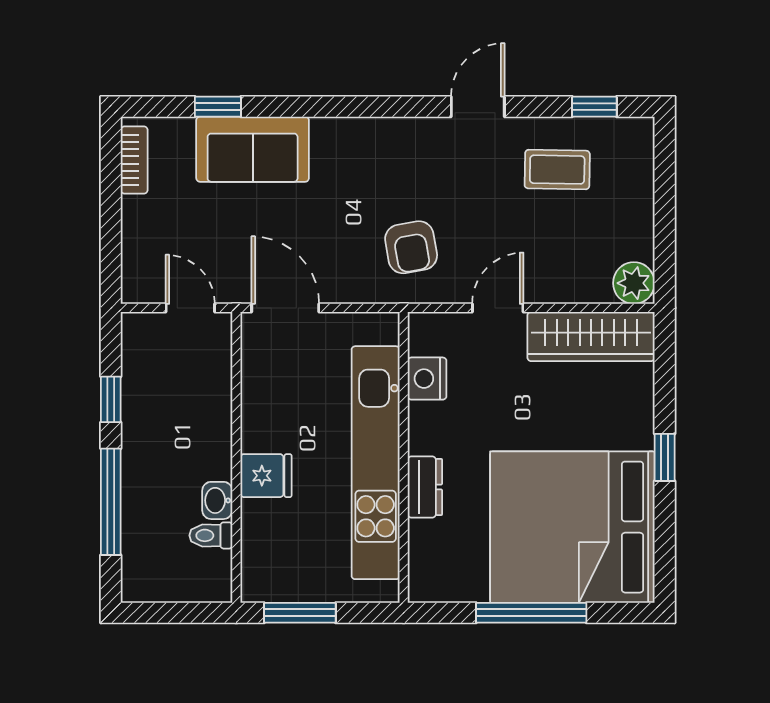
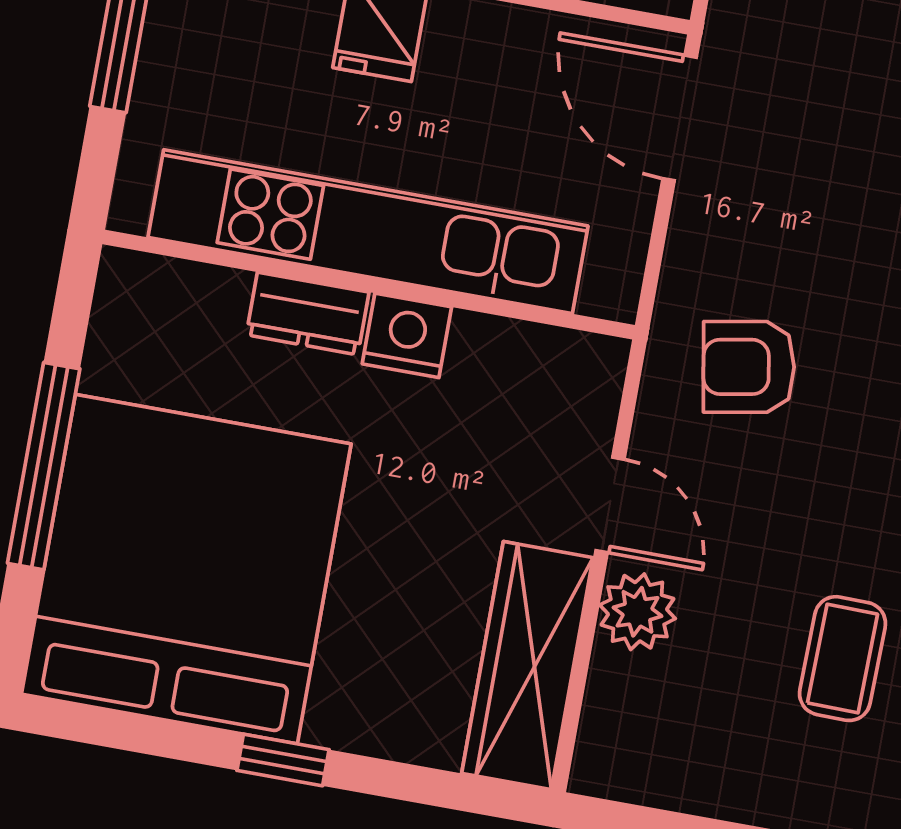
plant: (634, 283) -> (637, 612), moved
door: (285, 308) -> (680, 118), swing flipped
nightstand: (427, 379) -> (407, 335), moved

